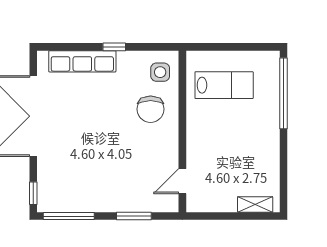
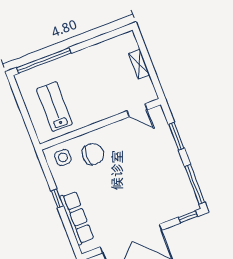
shelving: (255, 205) -> (139, 64), moved

